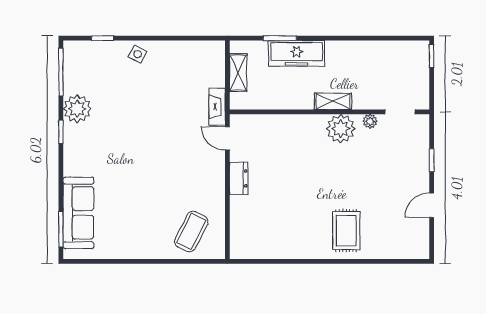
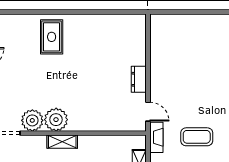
plant: (370, 121) -> (32, 120), width x1.88, depth x1.88
coffee table: (191, 231) -> (197, 137), moved, turned 63

